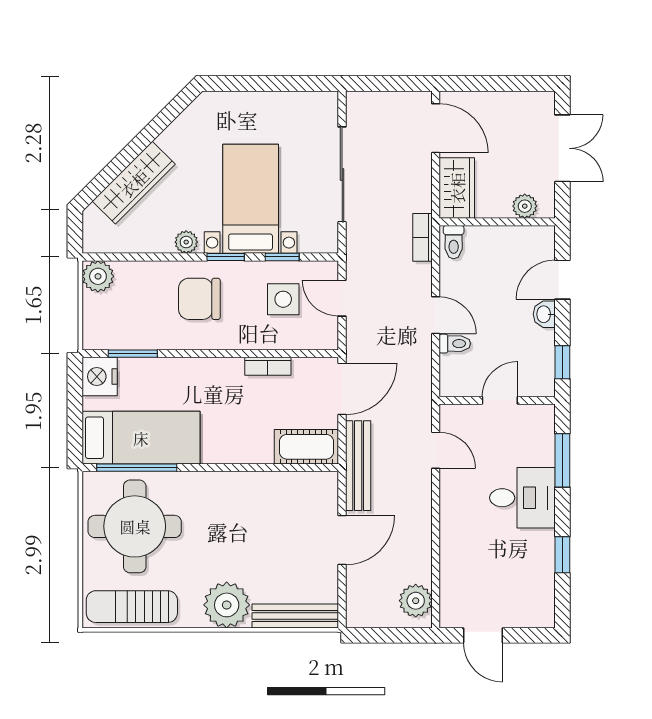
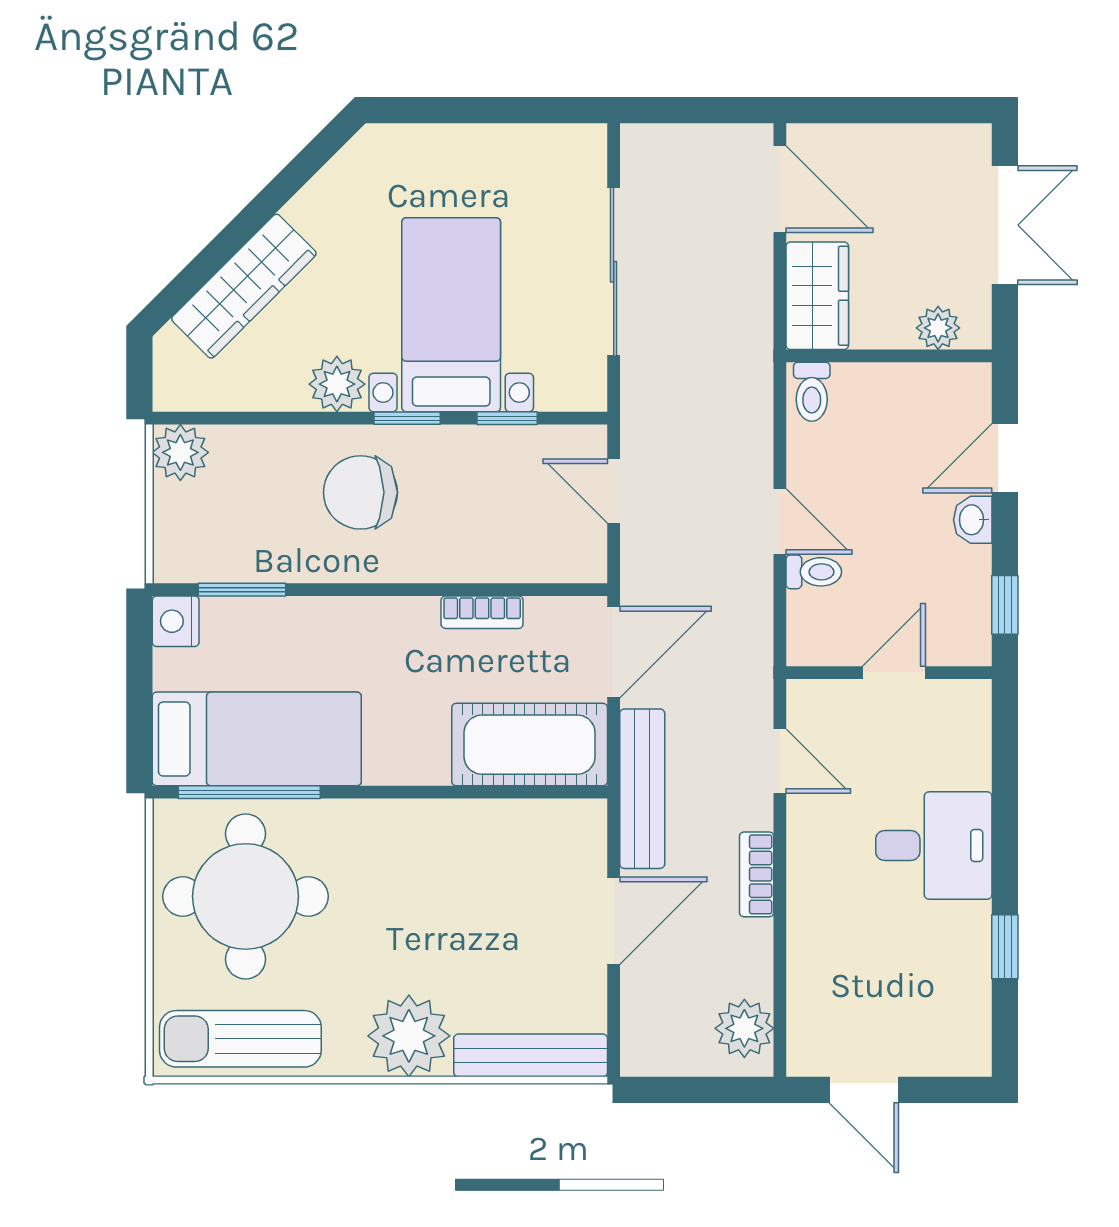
bookcase: (423, 237) -> (757, 874), moved
plant: (186, 242) -> (337, 384), width x1.38, depth x1.38
side table: (283, 299) -> (509, 493), removed
nightstand: (100, 377) -> (176, 621), width x0.74, depth x0.75
cot: (306, 447) -> (530, 745), width x1.37, depth x1.34
window: (562, 460) -> (1005, 779), removed

